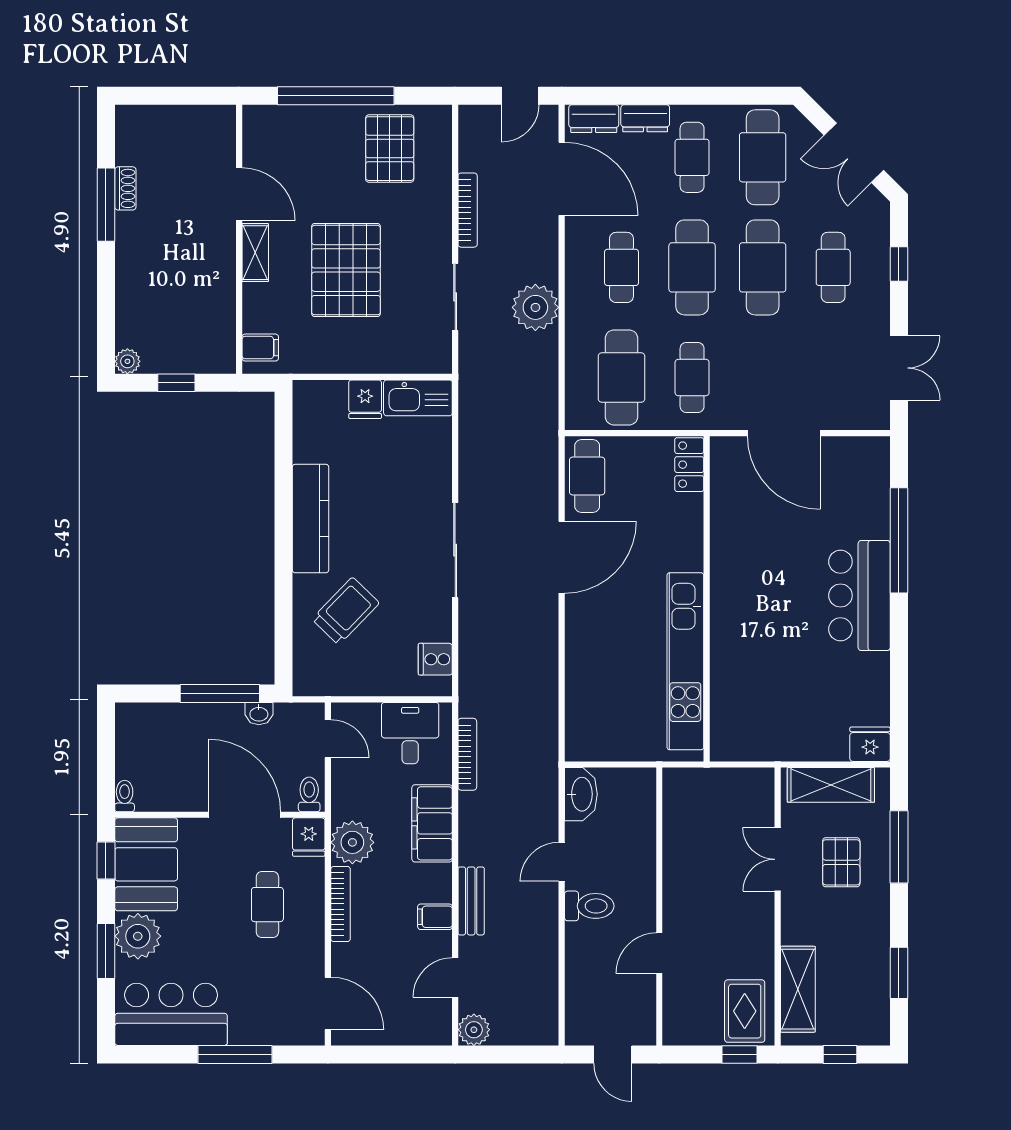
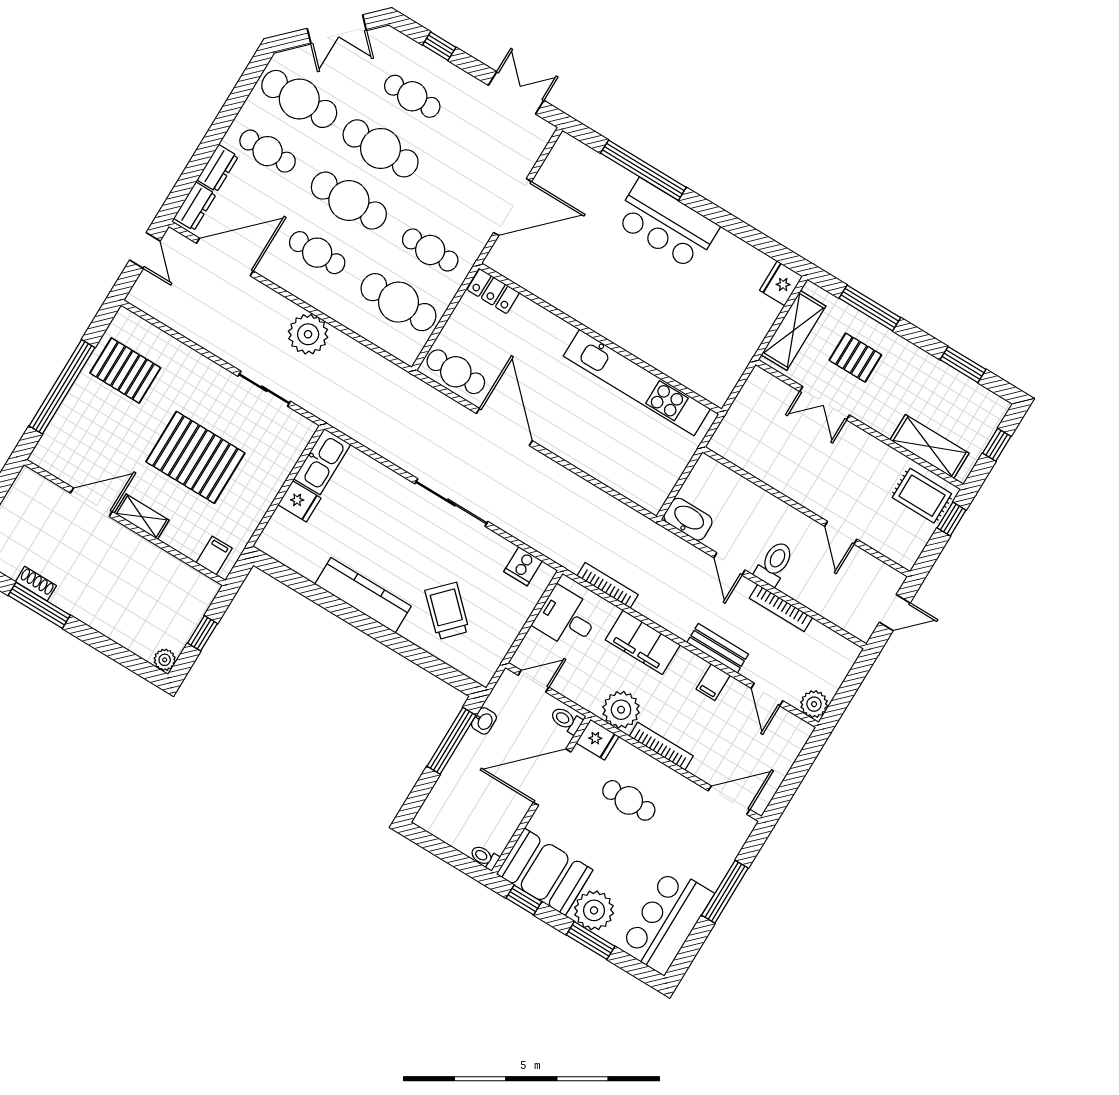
bookcase: (468, 210) -> (781, 608), moved, turned 180

